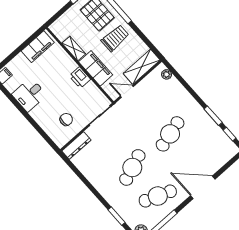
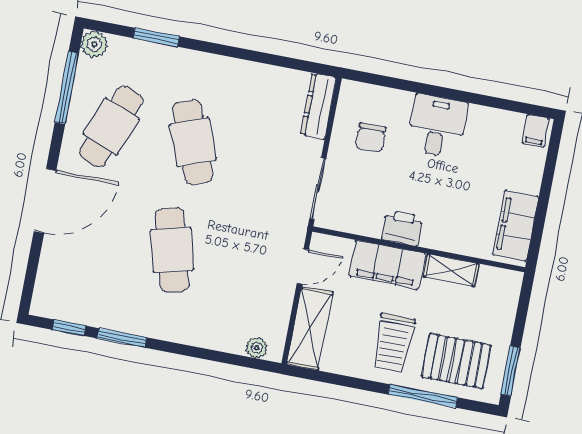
desk: (29, 95) -> (437, 126), moved

